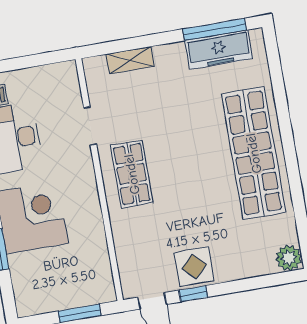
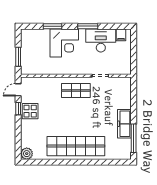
freezer: (219, 50) -> (124, 124), moved
shelving: (130, 60) -> (126, 98), removed

